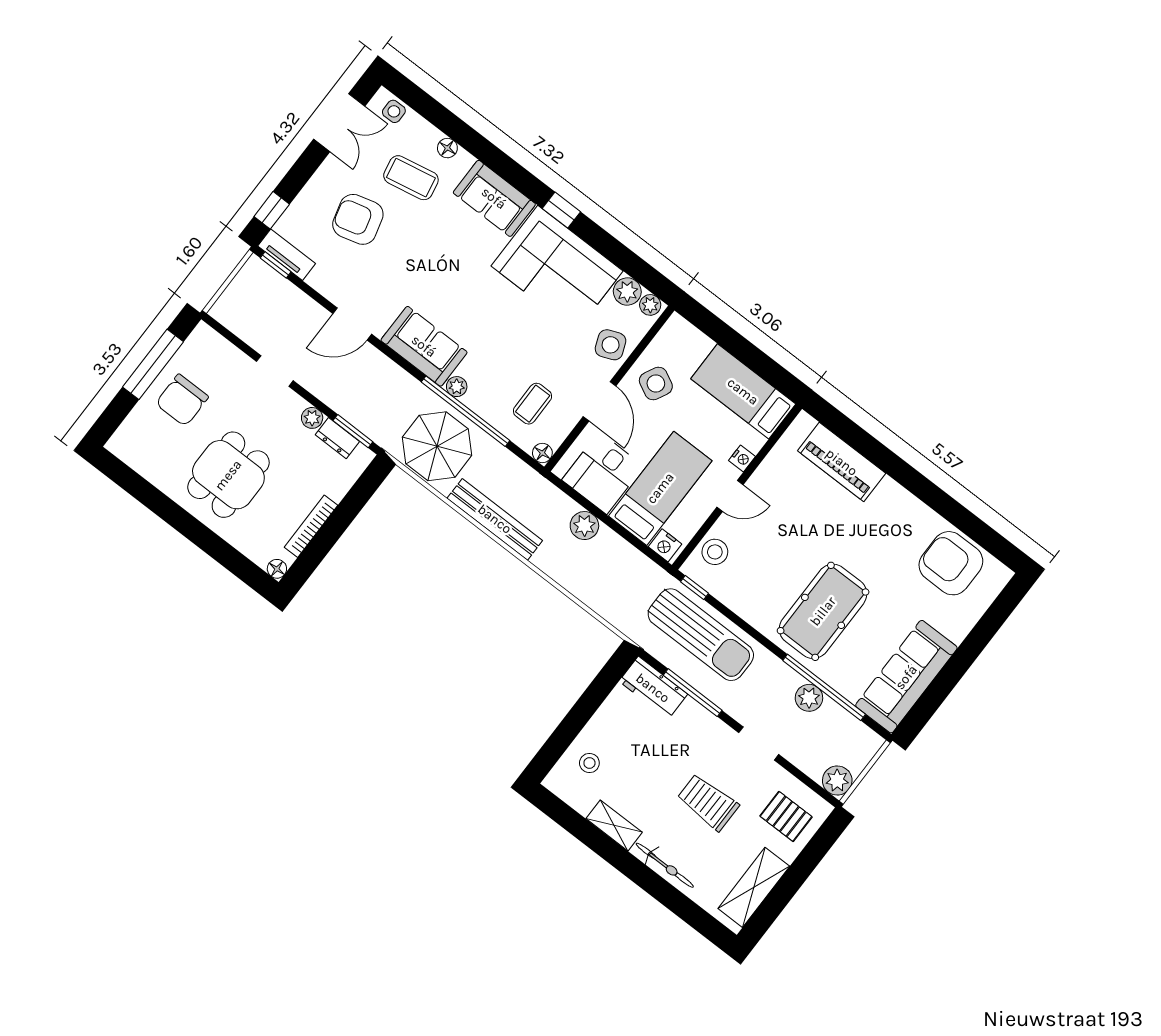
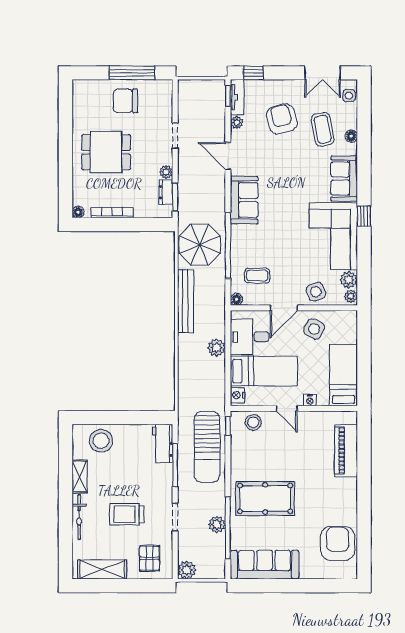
plant: (457, 387) -> (237, 122), moved
stool: (589, 763) -> (101, 441), width x1.89, depth x1.89
trolley: (708, 802) -> (127, 514), turned -90

